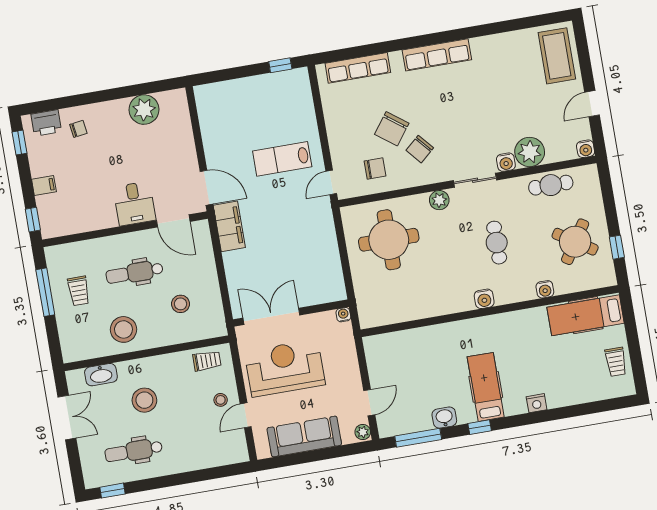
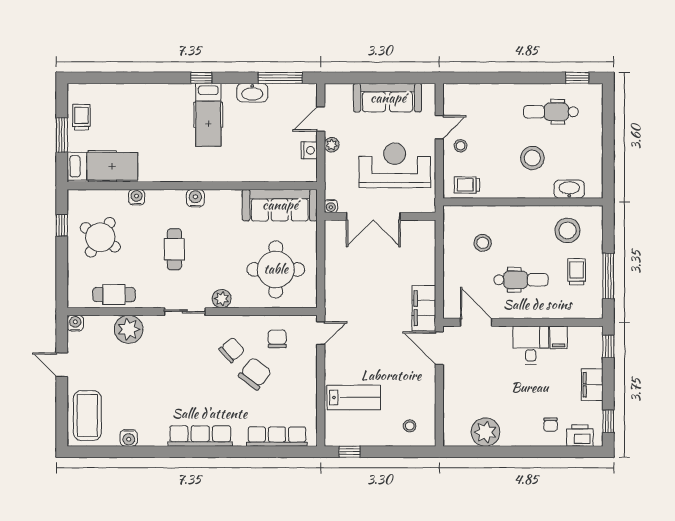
stool: (223, 102) -> (410, 426), added
door: (592, 104) -> (62, 365), swing flipped
chair: (78, 129) -> (550, 425), turned -82
lab bench: (282, 159) -> (354, 397), moved
water cooler: (506, 162) -> (129, 438), moved, turned 180
chair: (375, 169) -> (277, 339), turned 90
filing cabinet: (44, 186) -> (592, 385), width x2.00
desk: (134, 204) -> (531, 345), moved
filing cabinet: (86, 220) -> (559, 337), added
sofa: (396, 307) -> (280, 205), added
double door: (271, 316) -> (373, 216), moved
stool: (123, 329) -> (568, 230), moved
window: (633, 340) -> (62, 135), added
reception desk: (285, 368) -> (395, 165), turned 180
nightstand: (537, 403) -> (309, 150), moved, turned 90
double door: (67, 417) -> (608, 154), removed
washbasin: (444, 418) -> (252, 93), width x1.38
window: (480, 427) -> (201, 78), moved
plant: (363, 432) -> (332, 145), moved
dental chair: (134, 451) -> (551, 112), turned 180

